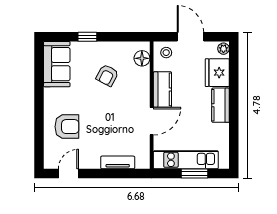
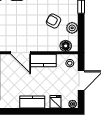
plant: (117, 49) -> (72, 28), added
fridge: (217, 73) -> (55, 102), width x0.53, depth x0.75

